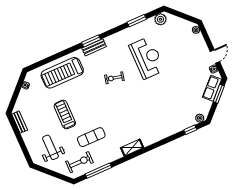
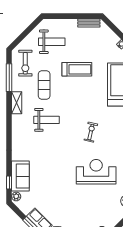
reception desk: (147, 58) -> (96, 172), turned 180
weight bench: (121, 121) -> (46, 120), added
sofa: (180, 122) -> (20, 176), added
shelving: (132, 148) -> (17, 103), moved

